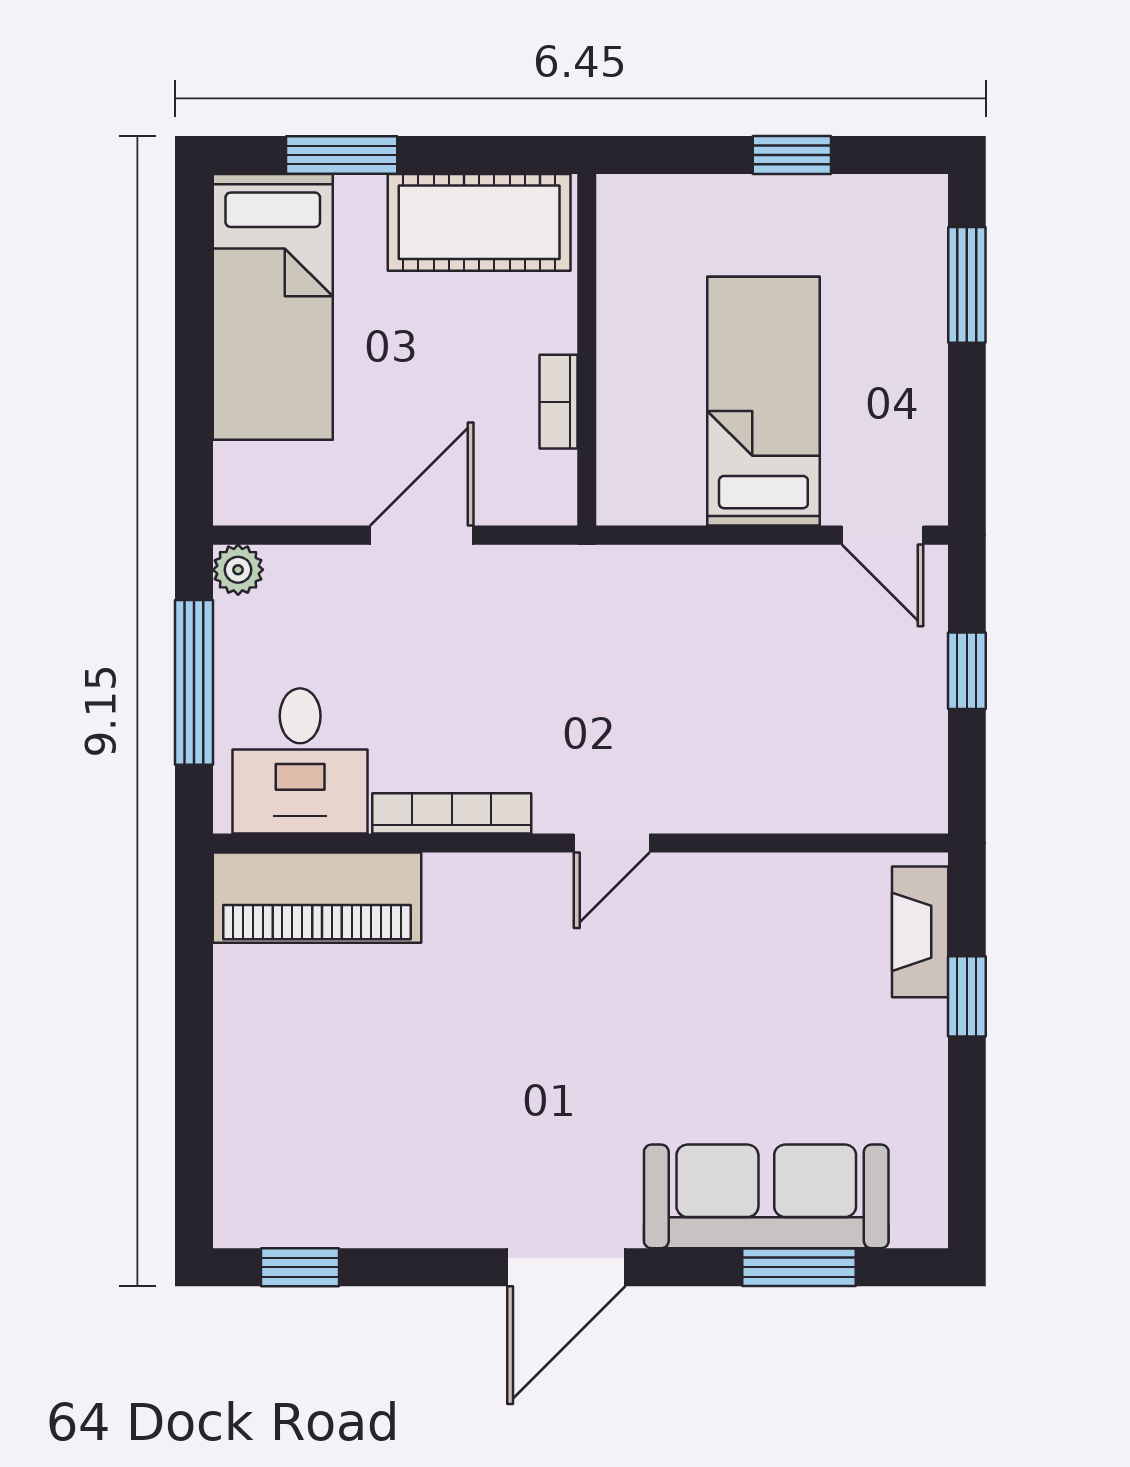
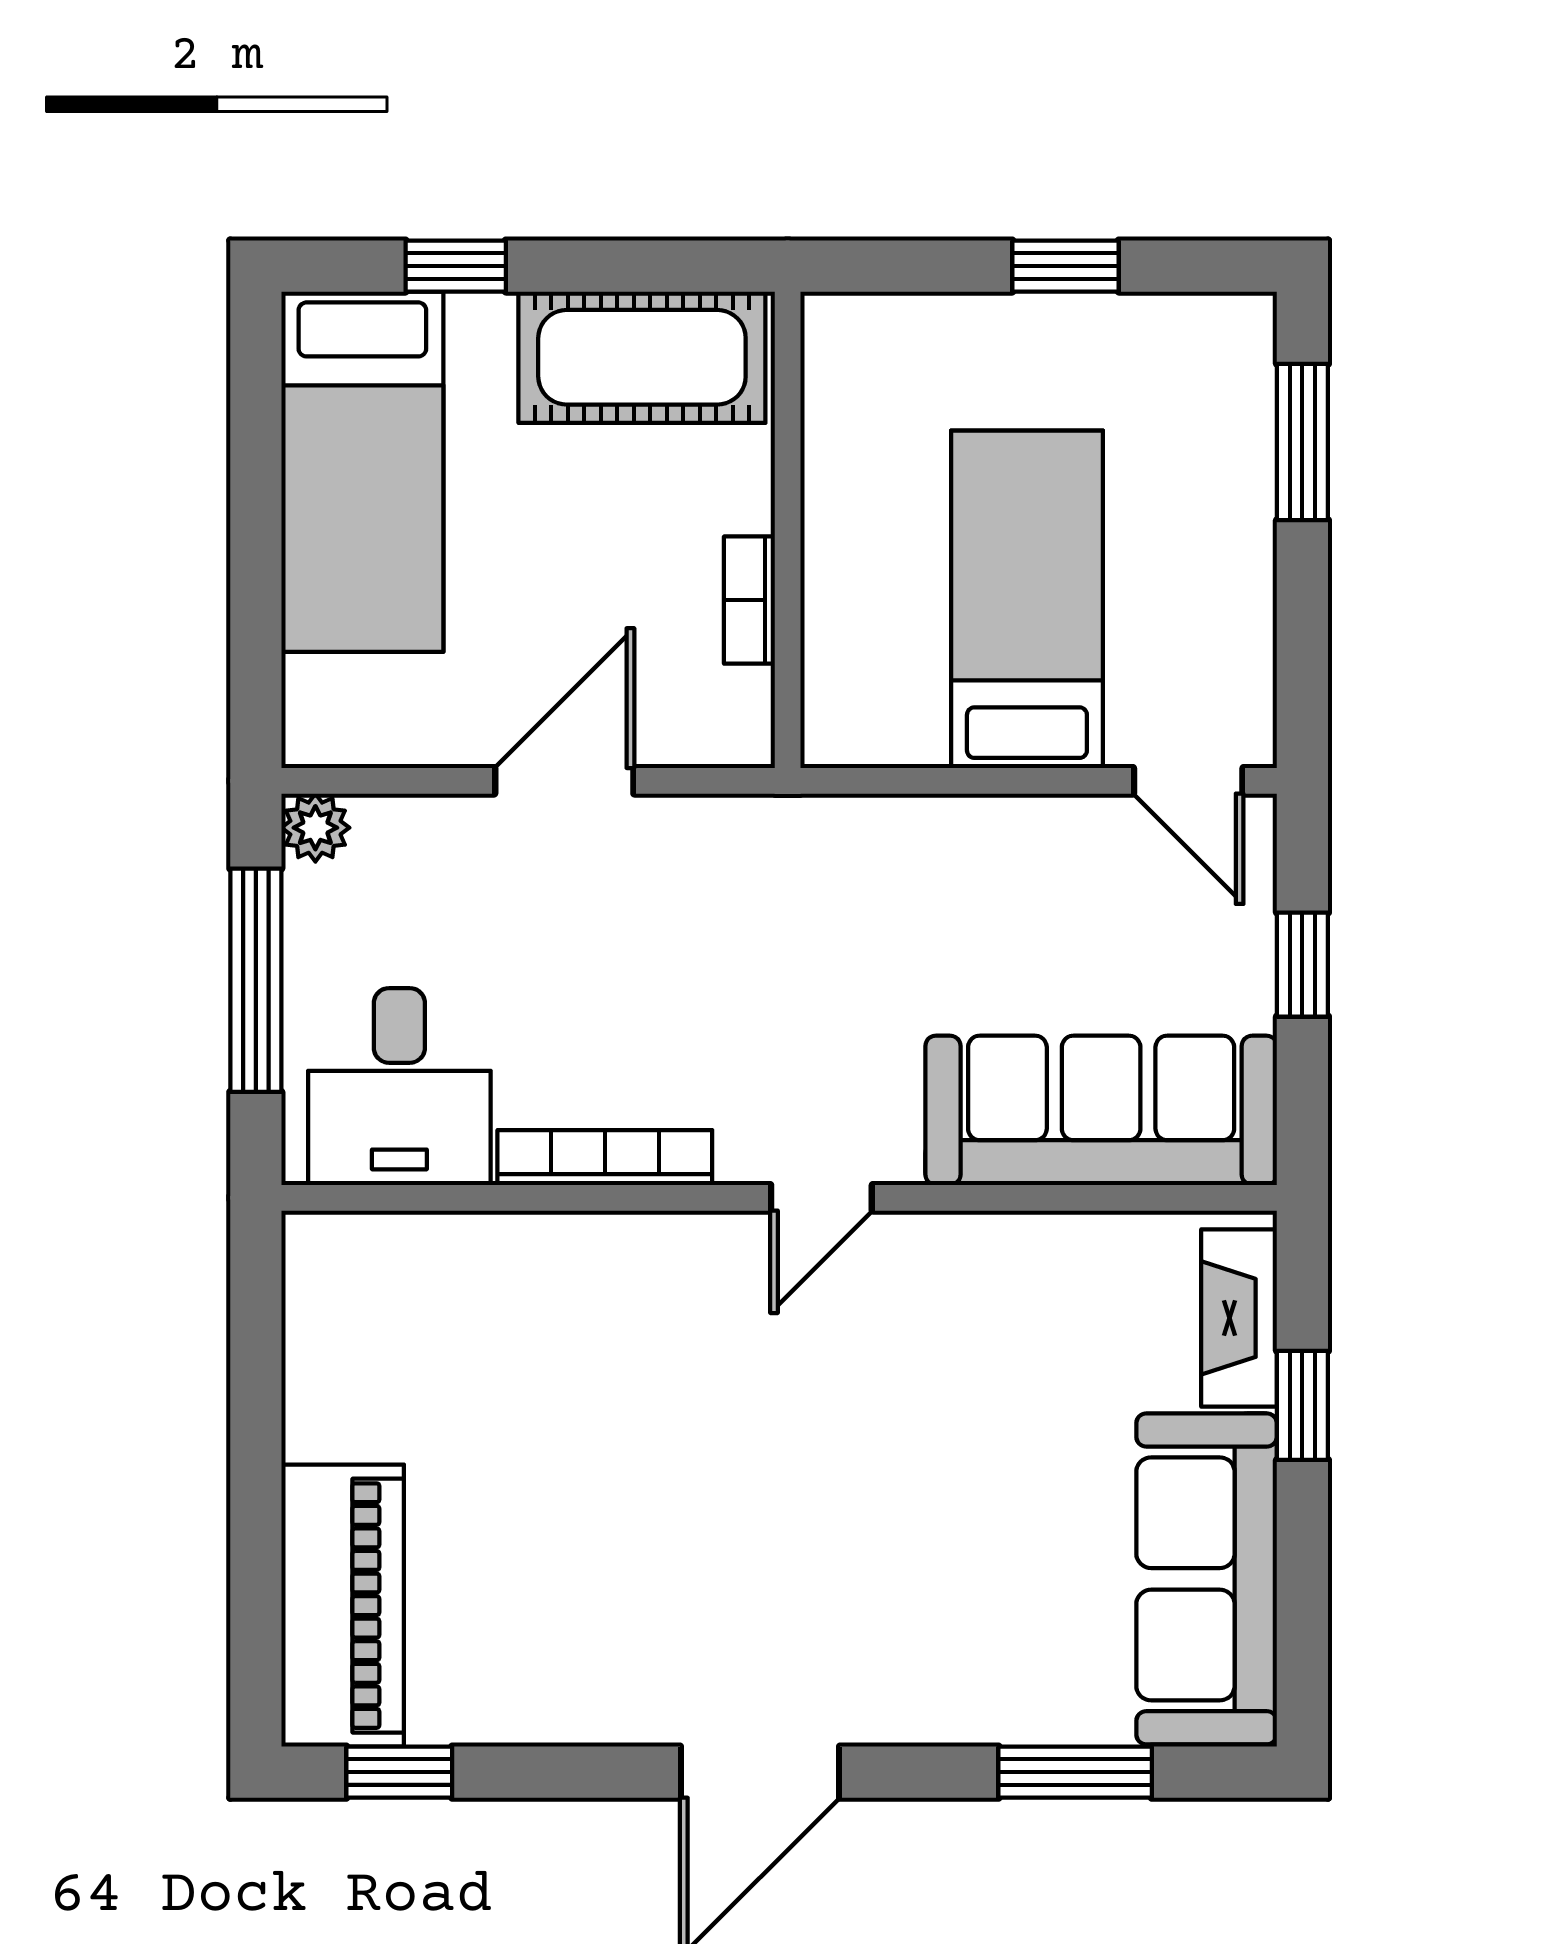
window: (342, 155) -> (456, 266), width x0.67
sofa: (818, 778) -> (1101, 1110), added
piano: (317, 898) -> (343, 1606), moved, turned -90
sofa: (766, 1196) -> (1207, 1579), moved, turned -90

